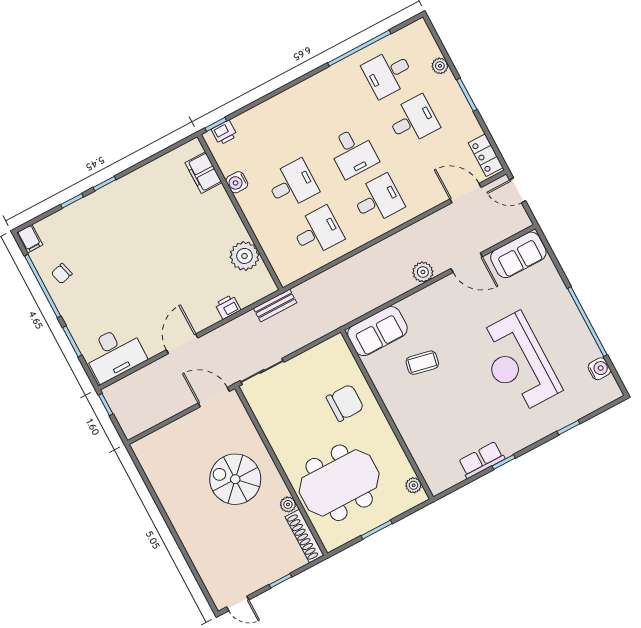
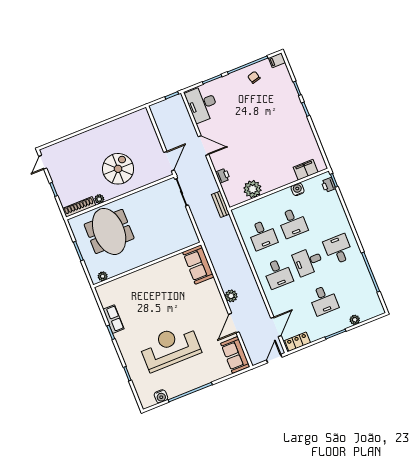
desk: (388, 73) -> (338, 249), moved
coffee table: (422, 363) -> (176, 290), removed
chair: (345, 403) -> (157, 240), removed

